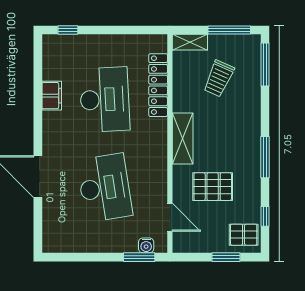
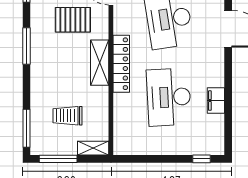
trolley: (219, 79) -> (68, 116), turned -114
locker: (158, 85) -> (121, 64), moved

